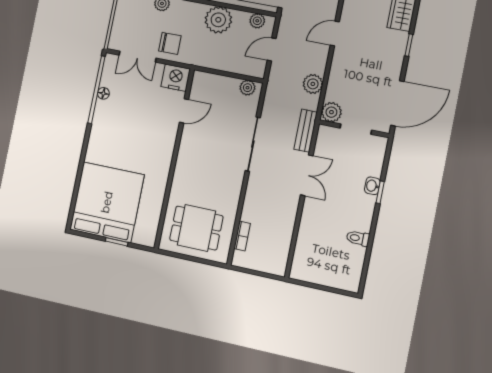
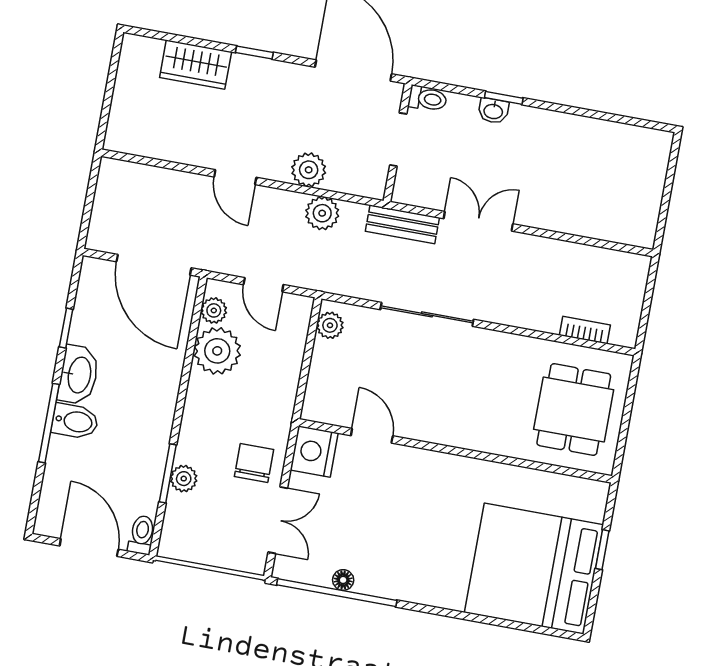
plant: (218, 20) -> (217, 351), moved
plant: (331, 112) -> (309, 170), moved
toilet: (358, 238) -> (428, 99), moved, turned -90

